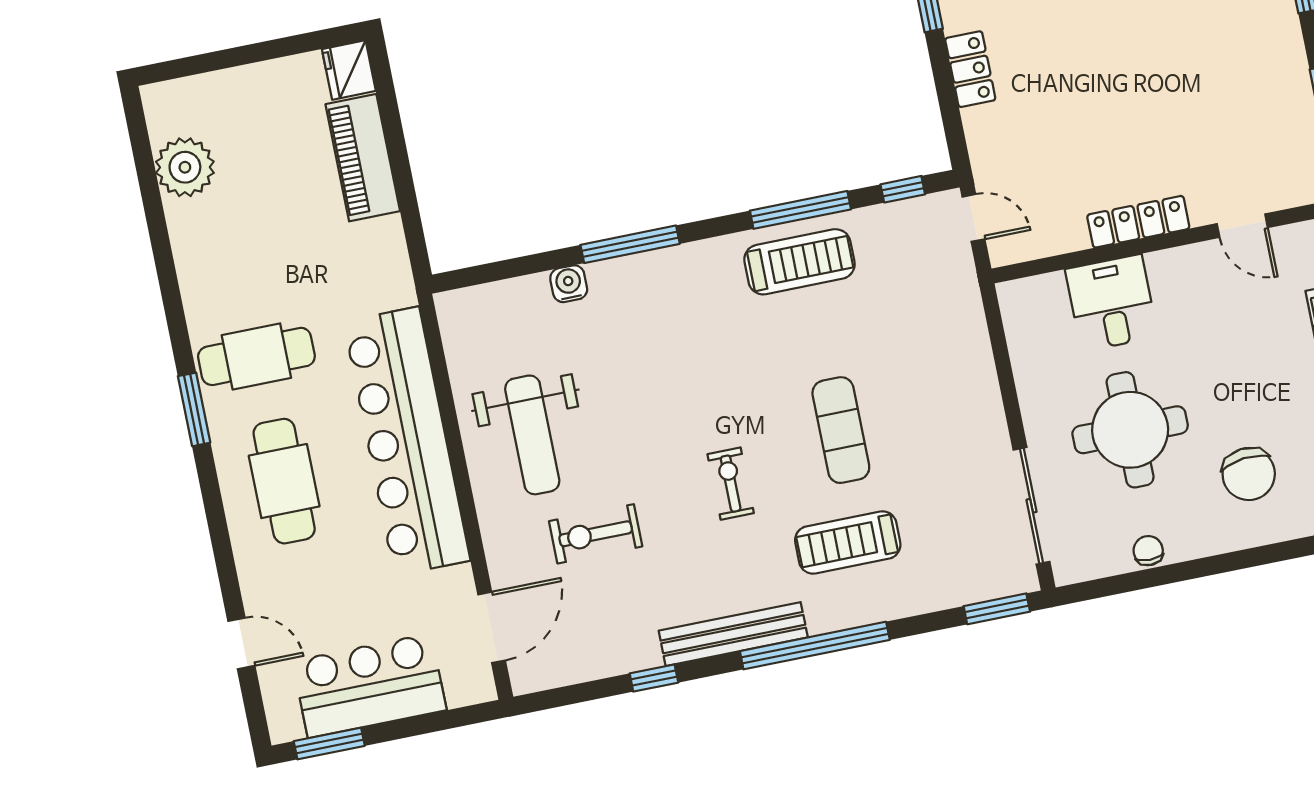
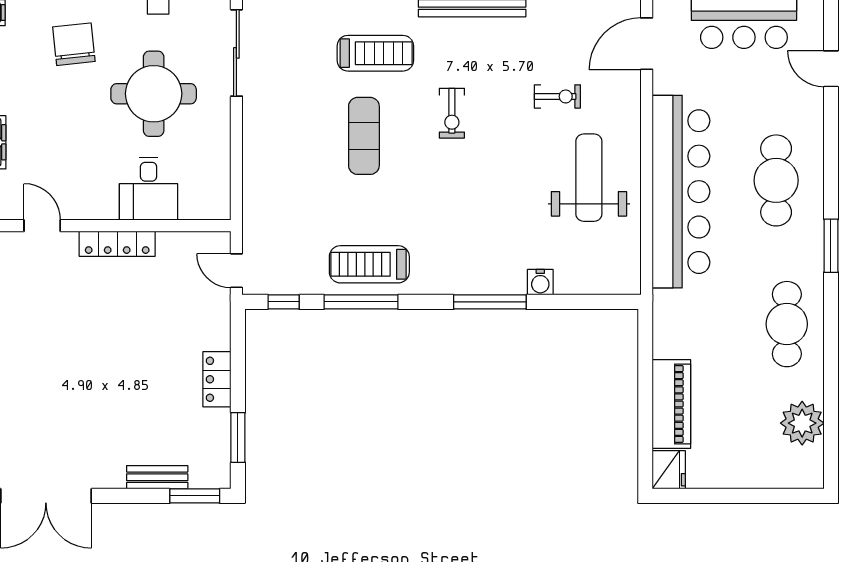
cafe table: (256, 356) -> (787, 324), moved, turned 90
exercise bike: (596, 534) -> (557, 96), width x0.73, depth x0.72

